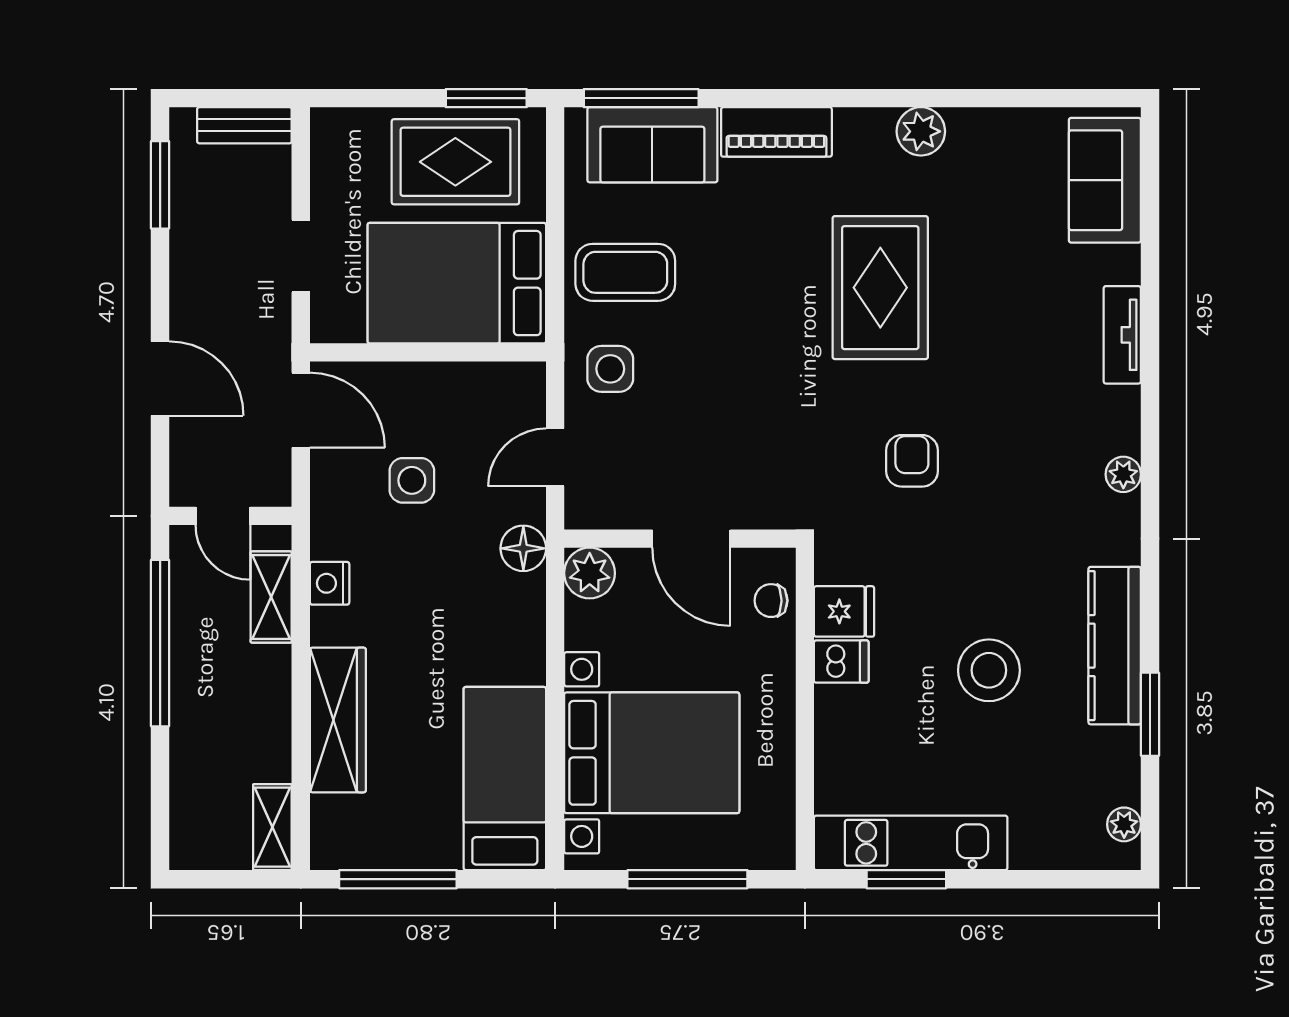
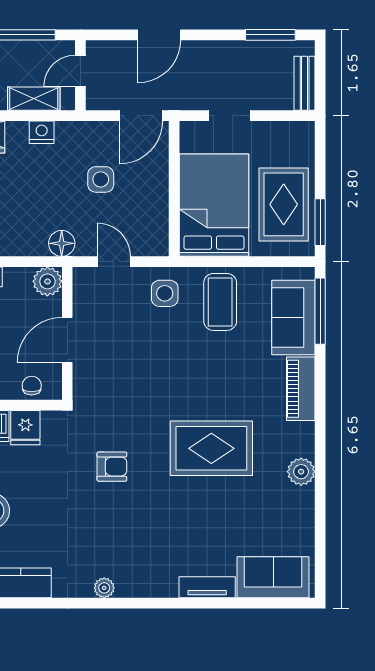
tv unit: (1122, 335) -> (207, 587), moved

